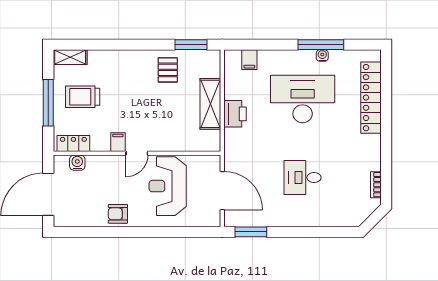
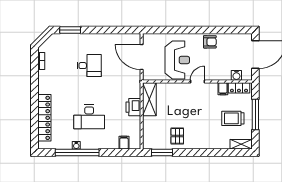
window: (321, 45) -> (77, 152), width x1.46
trolley: (83, 97) -> (233, 118), turned 180
desk: (303, 99) -> (89, 117), width x0.73, depth x0.77
shelving: (210, 104) -> (149, 99), moved
filing cabinet: (118, 142) -> (223, 89), moved
window: (251, 232) -> (70, 30), moved

